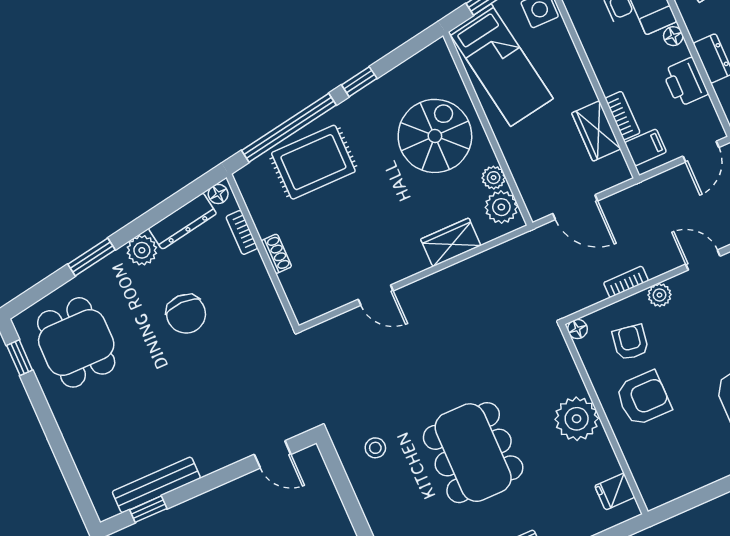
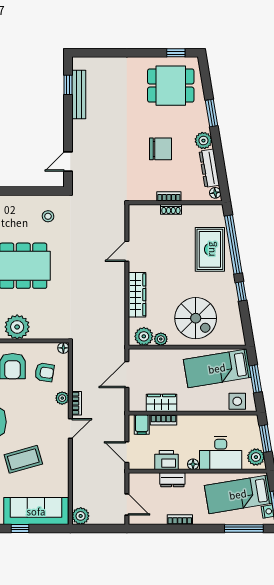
bookcase: (242, 232) -> (169, 196), moved
wardrobe: (451, 242) -> (137, 295), width x1.50
bookcase: (626, 282) -> (77, 403), moved
chair: (186, 314) -> (160, 149), turned 180

